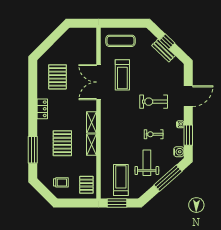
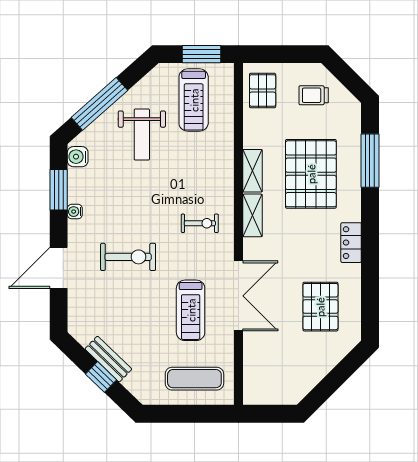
treadmill: (122, 75) -> (191, 310), turned 180
exercise bike: (154, 134) -> (200, 223), moved
pallet: (62, 143) -> (311, 174), width x1.37, depth x1.41

